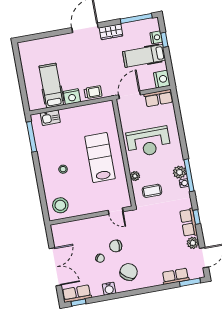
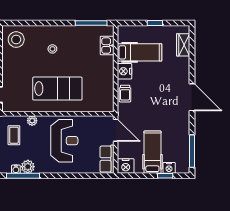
wardrobe: (111, 32) -> (183, 45), moved
window: (21, 76) -> (155, 23), added
reception desk: (148, 142) -> (64, 141), turned 180

